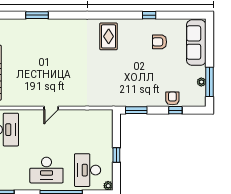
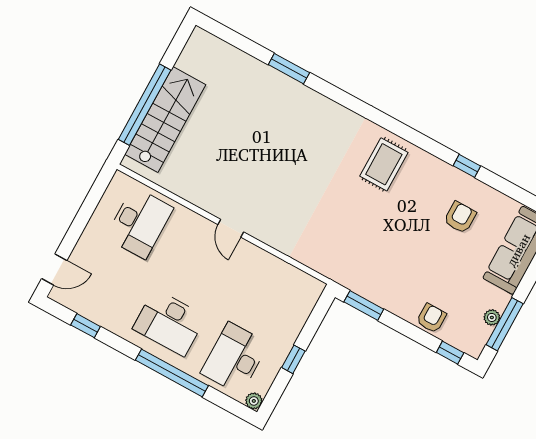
armchair: (160, 42) -> (460, 217), turned 90
door: (51, 108) -> (231, 228), hinge flipped
window: (175, 110) -> (450, 353), moved

